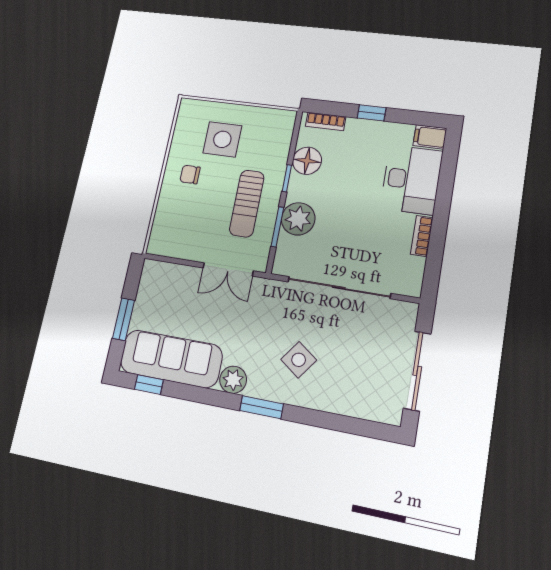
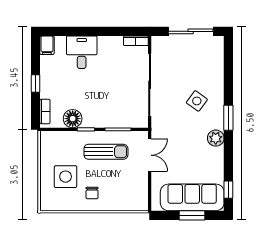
desk: (411, 180) -> (82, 52), width x0.73
plant: (298, 219) -> (111, 117), removed
bookcase: (422, 236) -> (136, 41), moved
sofa: (171, 359) -> (192, 197), moved, turned 90

